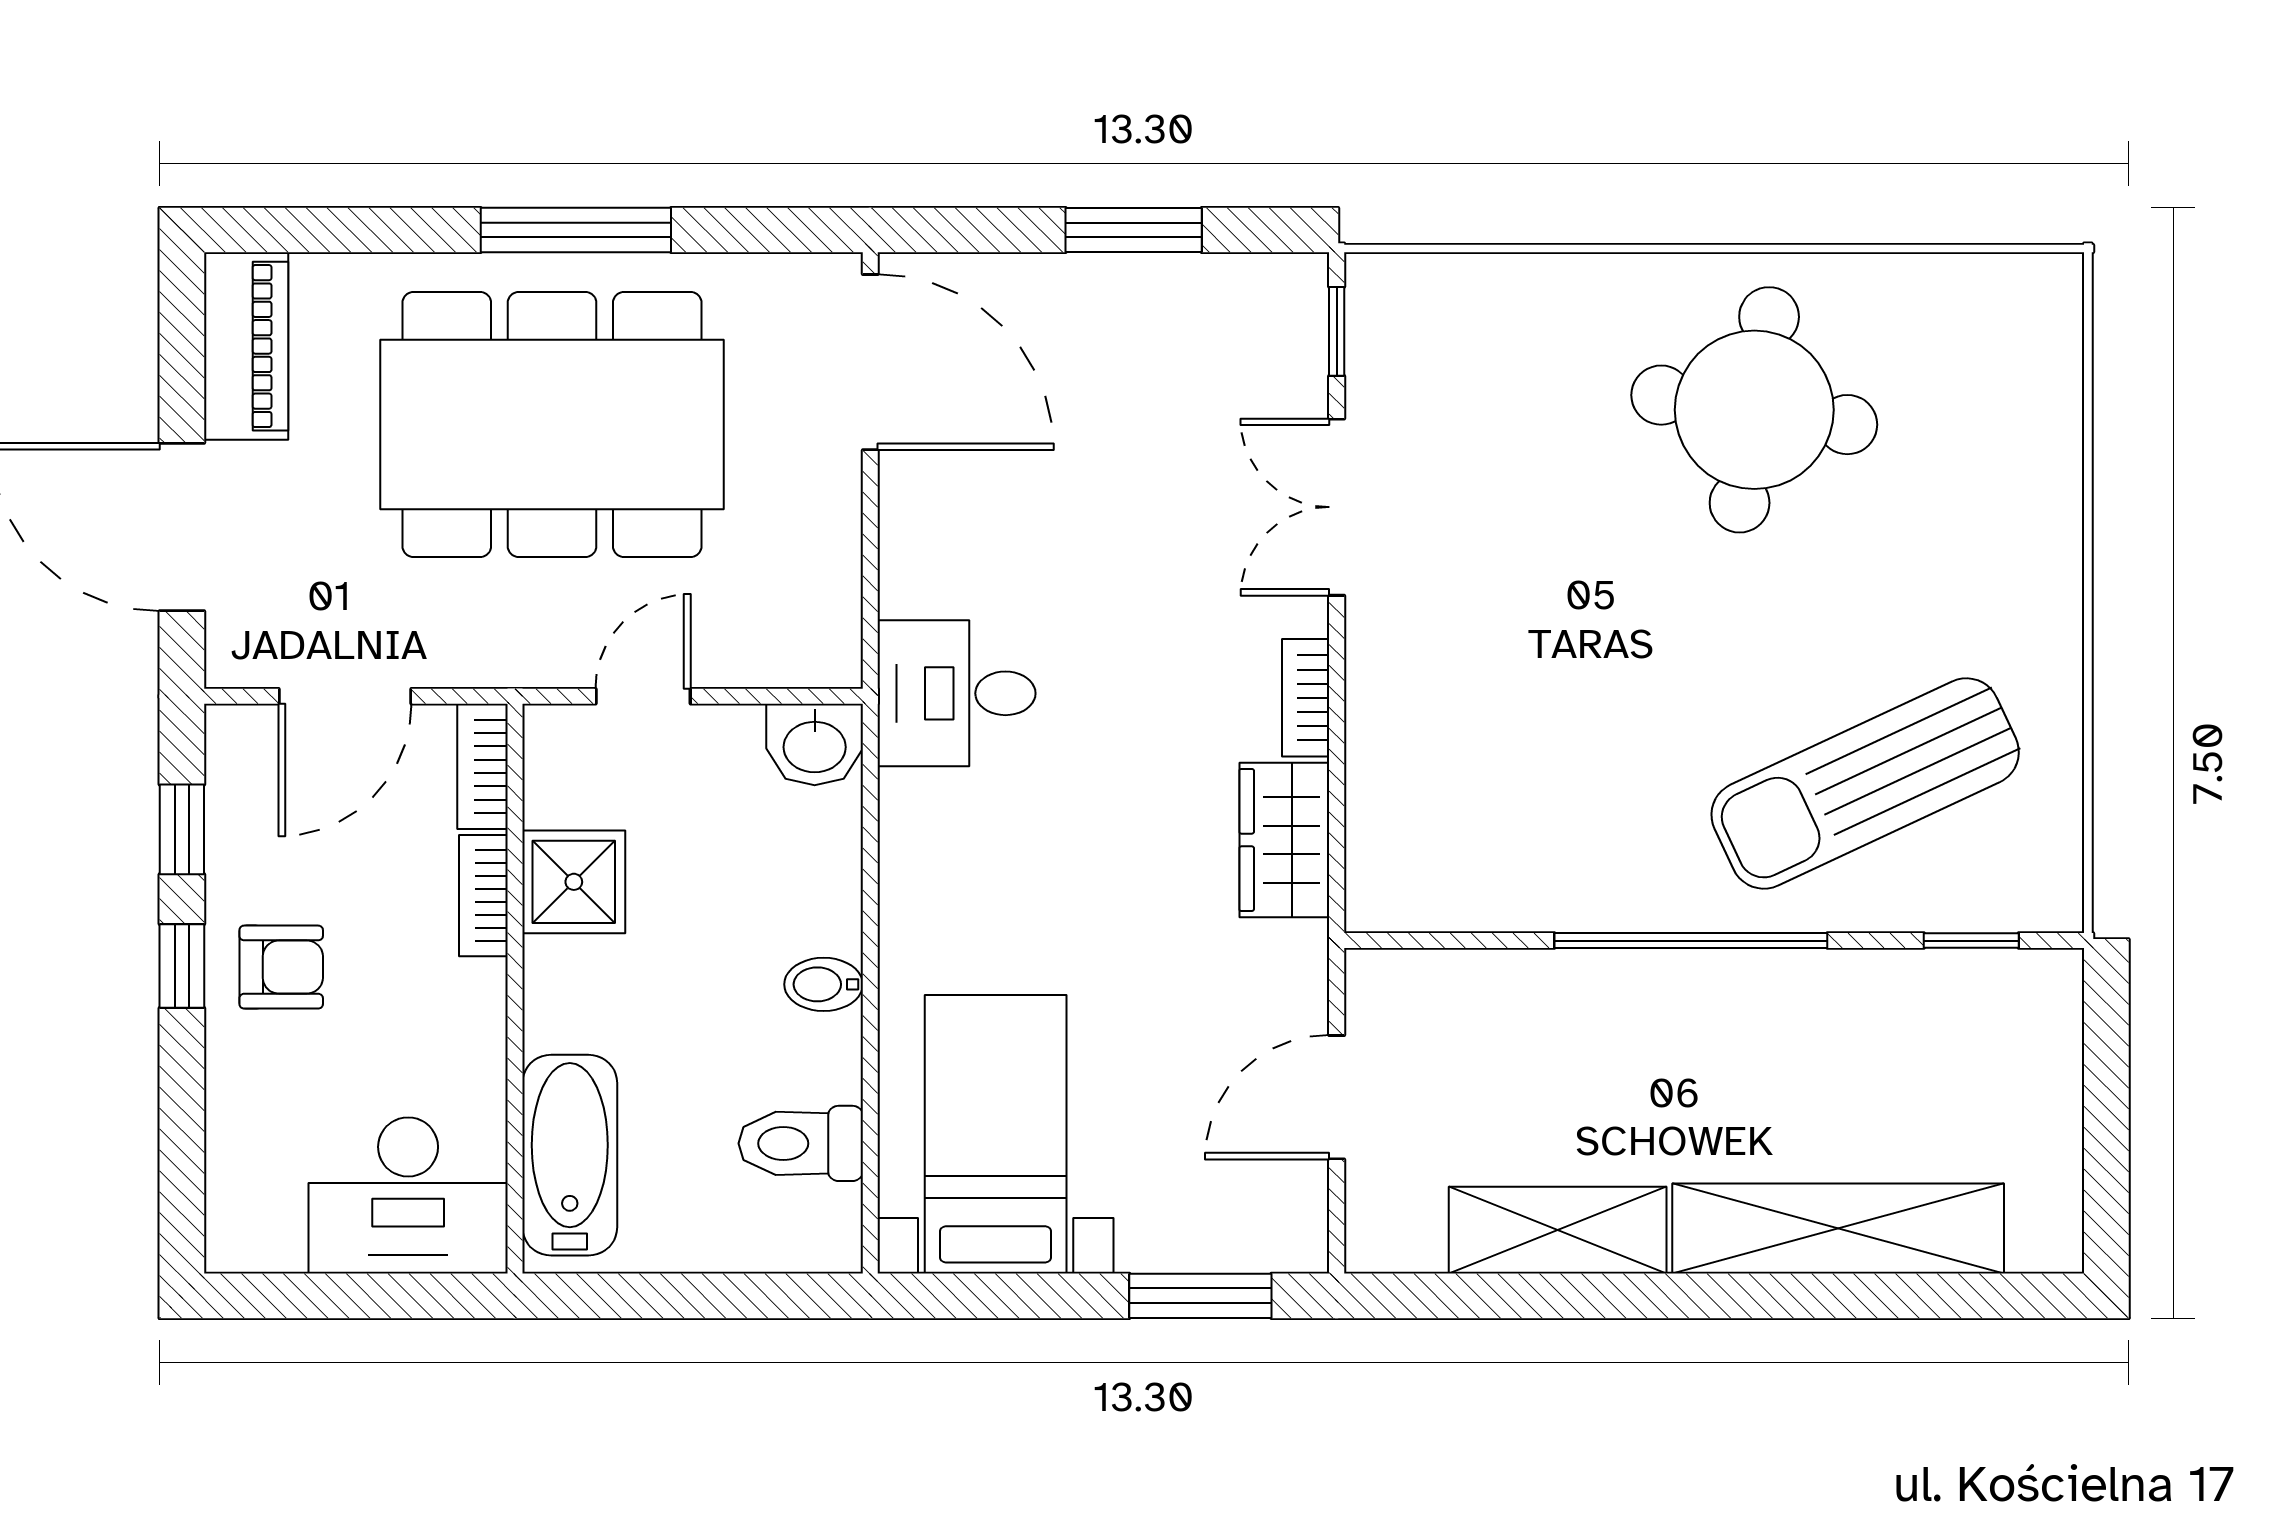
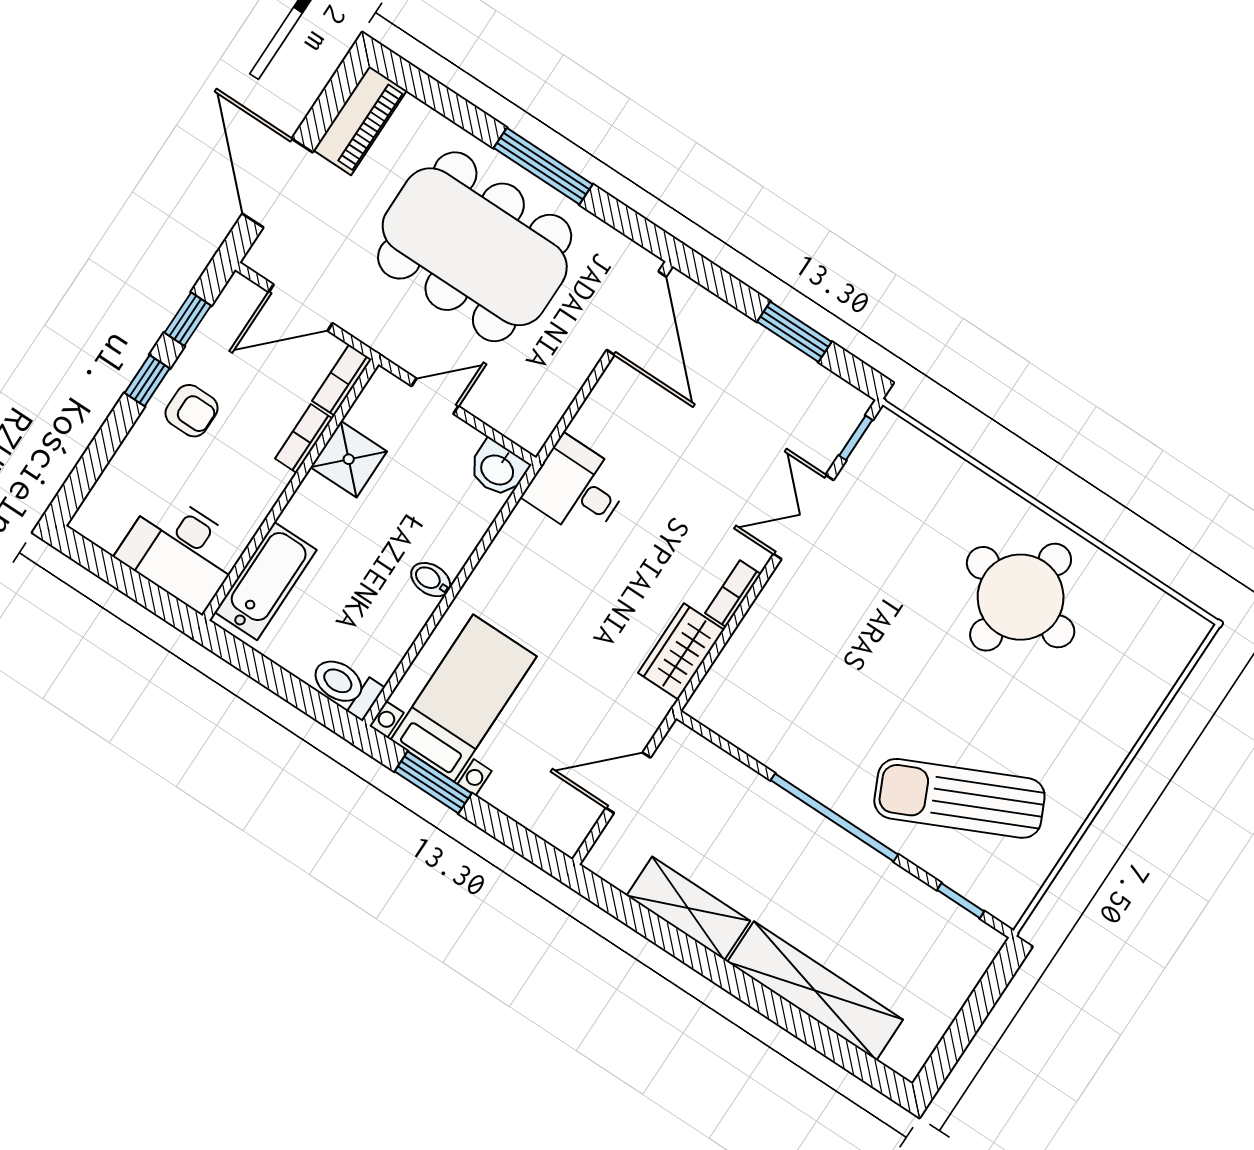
toilet: (801, 1143) -> (346, 686), moved
window: (1200, 1296) -> (433, 782), moved

